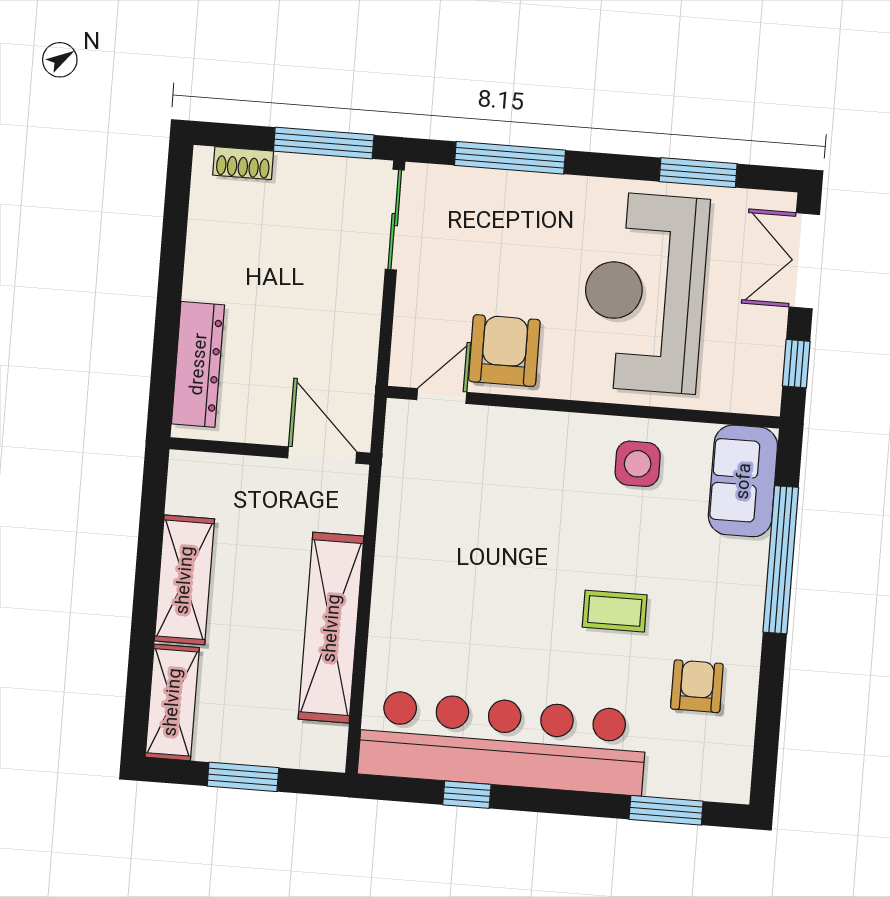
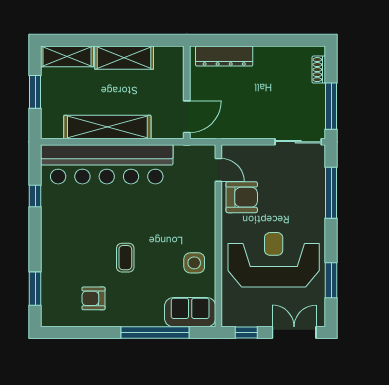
armchair: (697, 686) -> (94, 298), turned 180
bar counter: (503, 743) -> (107, 164), moved, turned 90

